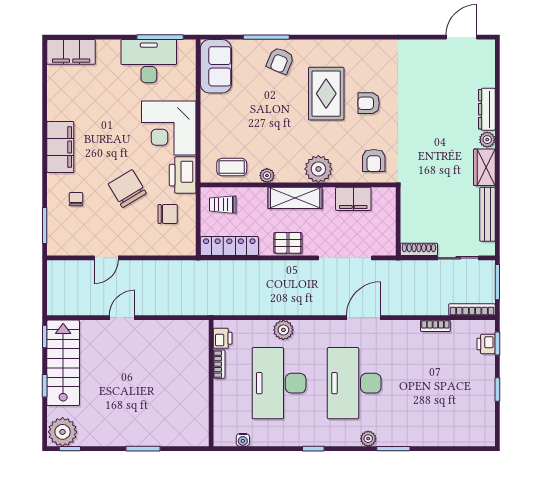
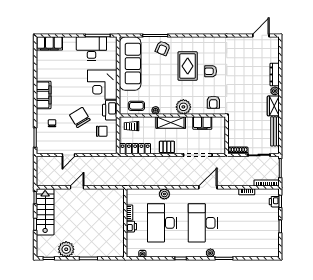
sofa: (216, 66) -> (130, 64), width x1.85, depth x1.27
printer: (223, 338) -> (131, 227), moved
plant: (63, 432) -> (66, 249), moved

